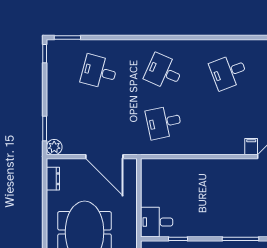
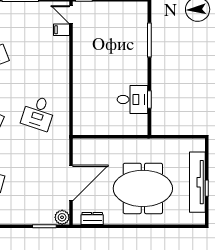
desk: (164, 122) -> (38, 113), turned 30
door: (104, 157) -> (71, 183), moved
desk: (157, 222) -> (132, 99), moved, turned -90

